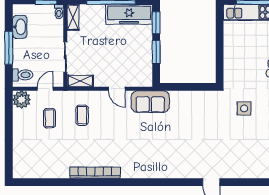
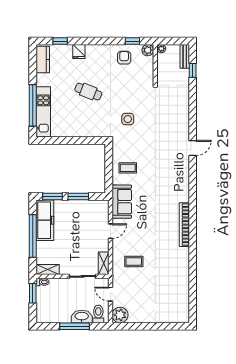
washbasin: (20, 27) -> (82, 317), moved
coffee table: (49, 118) -> (128, 168), moved
bookcase: (95, 173) -> (184, 225), moved

